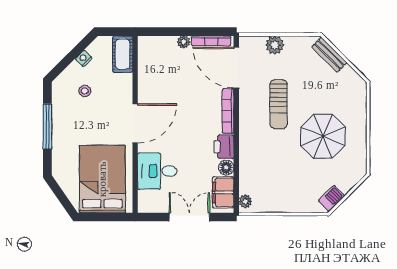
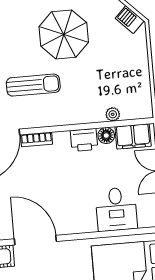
bookcase: (228, 111) -> (37, 140), width x0.64
door: (135, 123) -> (35, 240), moved
plant: (245, 201) -> (113, 114), moved

